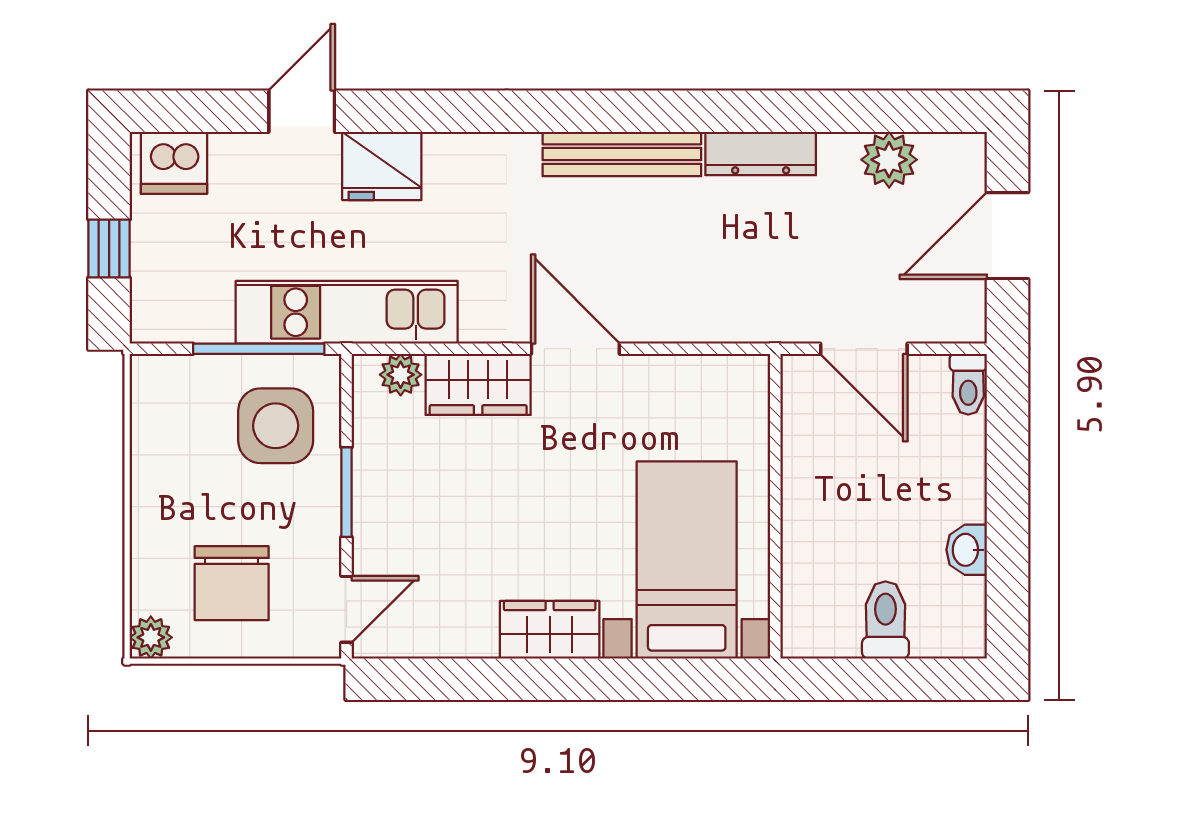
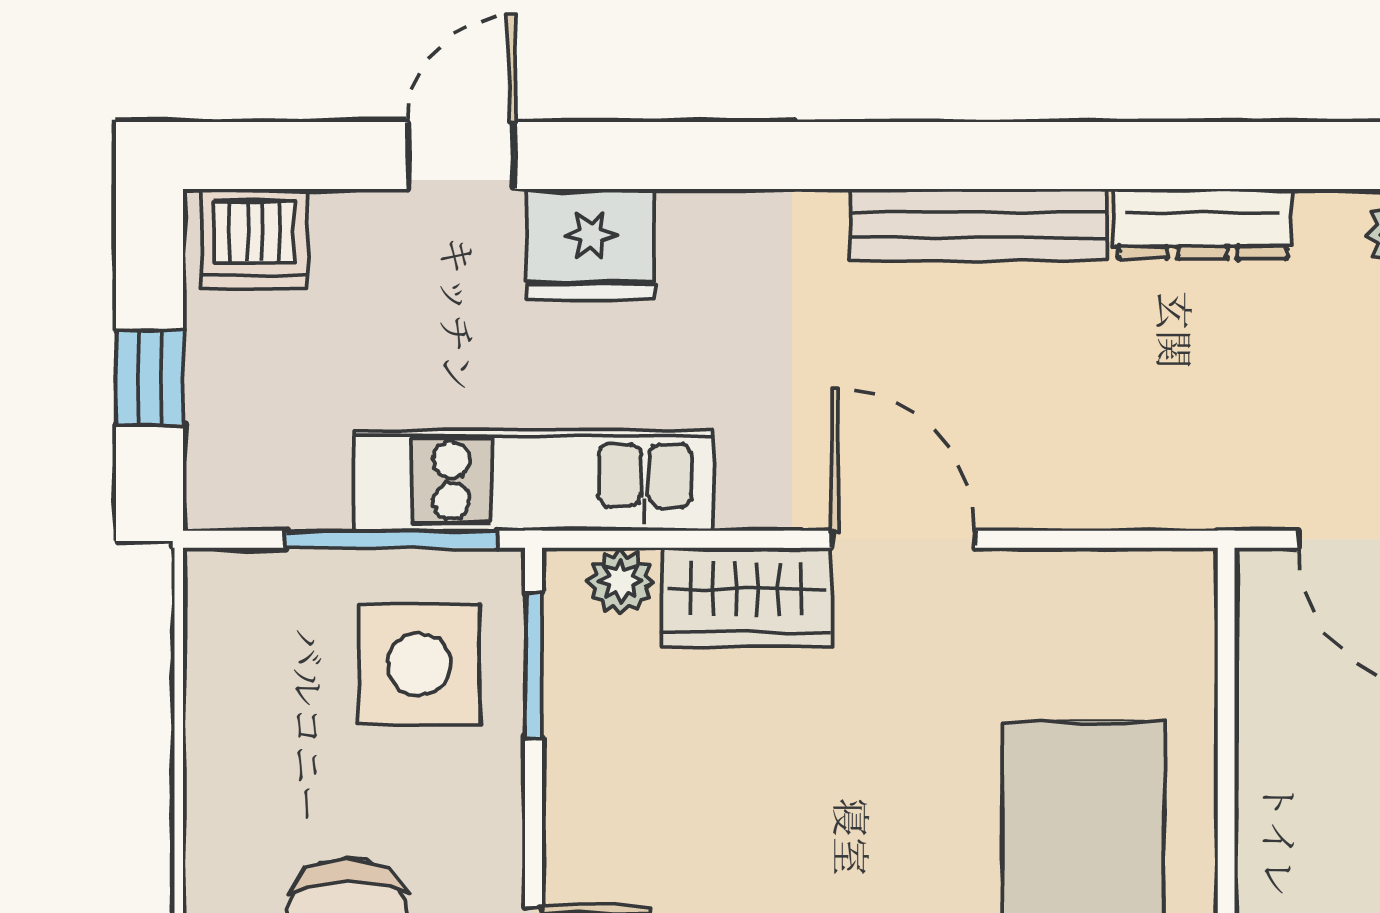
window: (347, 492) -> (533, 666), moved

